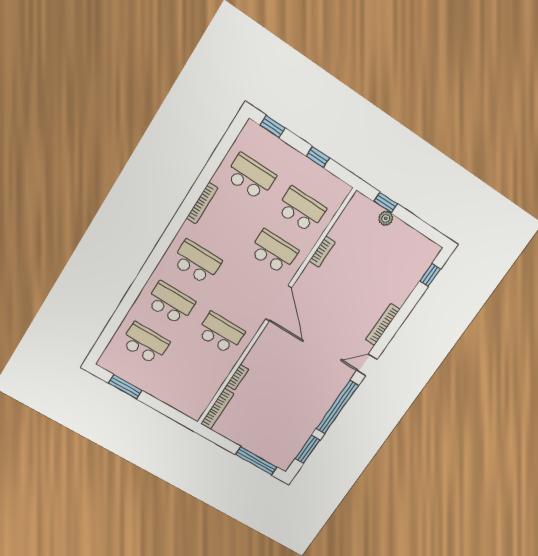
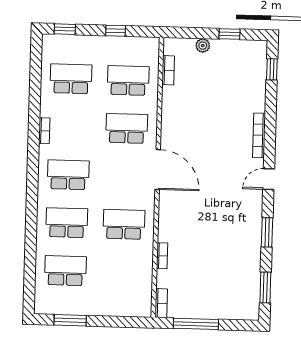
bookcase: (202, 203) -> (44, 131), width x0.64
window: (386, 203) -> (229, 34), moved
bookcase: (322, 252) -> (168, 70), moved
window: (337, 407) -> (267, 232), width x0.47
bookcase: (217, 409) -> (161, 303), width x0.64
window: (256, 461) -> (196, 324), moved

